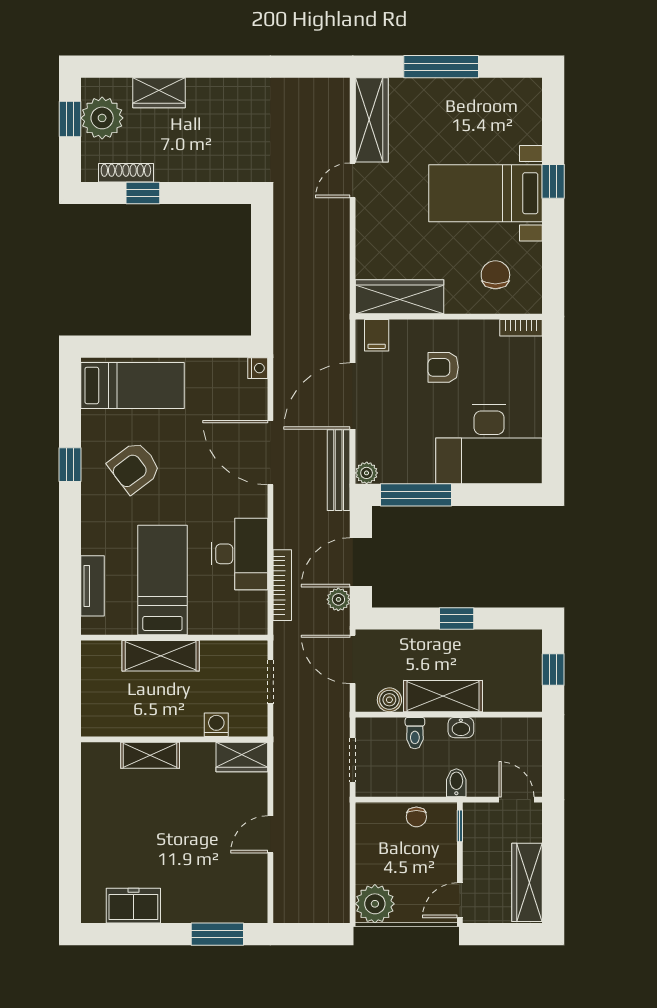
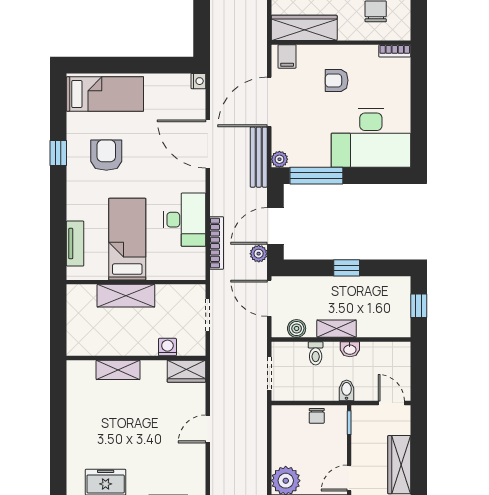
armchair: (134, 467) -> (106, 155), turned 127
shelving: (443, 696) -> (337, 329), width x0.67, depth x0.75

